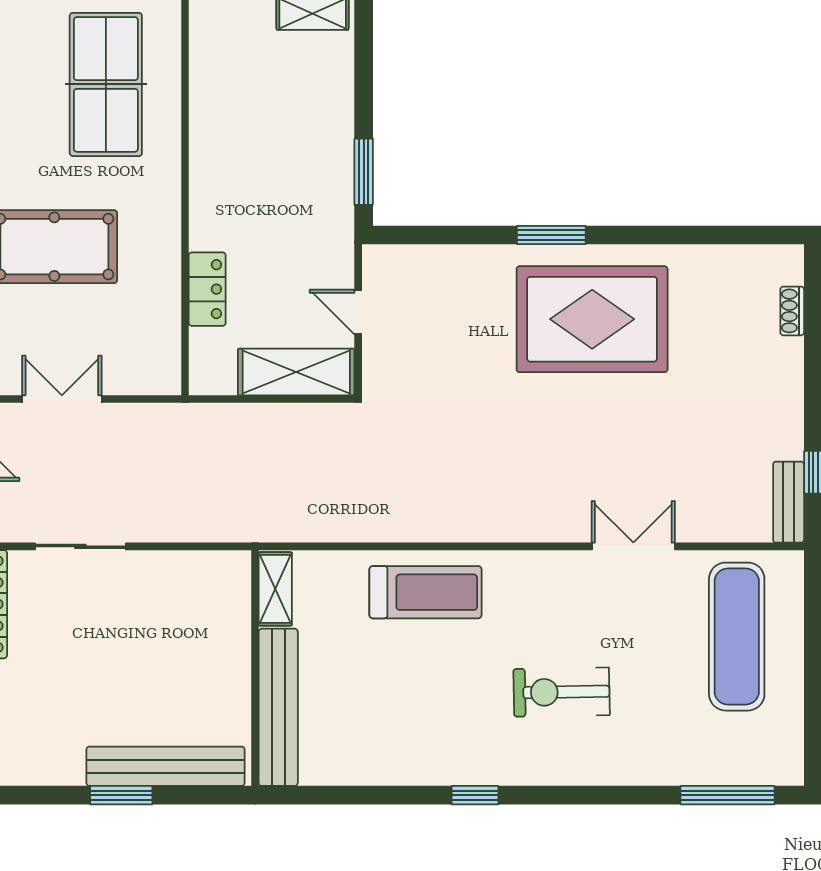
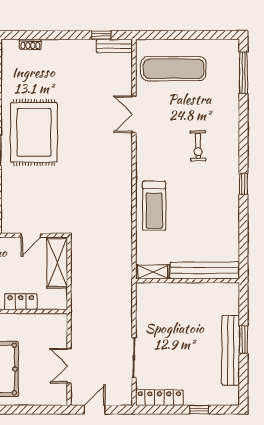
treadmill: (426, 592) -> (154, 206), turned 180
exercise bike: (562, 692) -> (198, 146), width x0.73, depth x0.72
bench: (166, 766) -> (231, 350), moved

